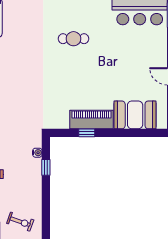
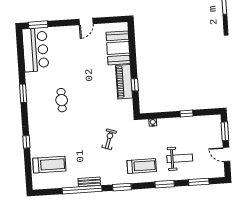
window: (46, 167) -> (187, 113), moved
exercise bike: (20, 222) -> (109, 139), moved

